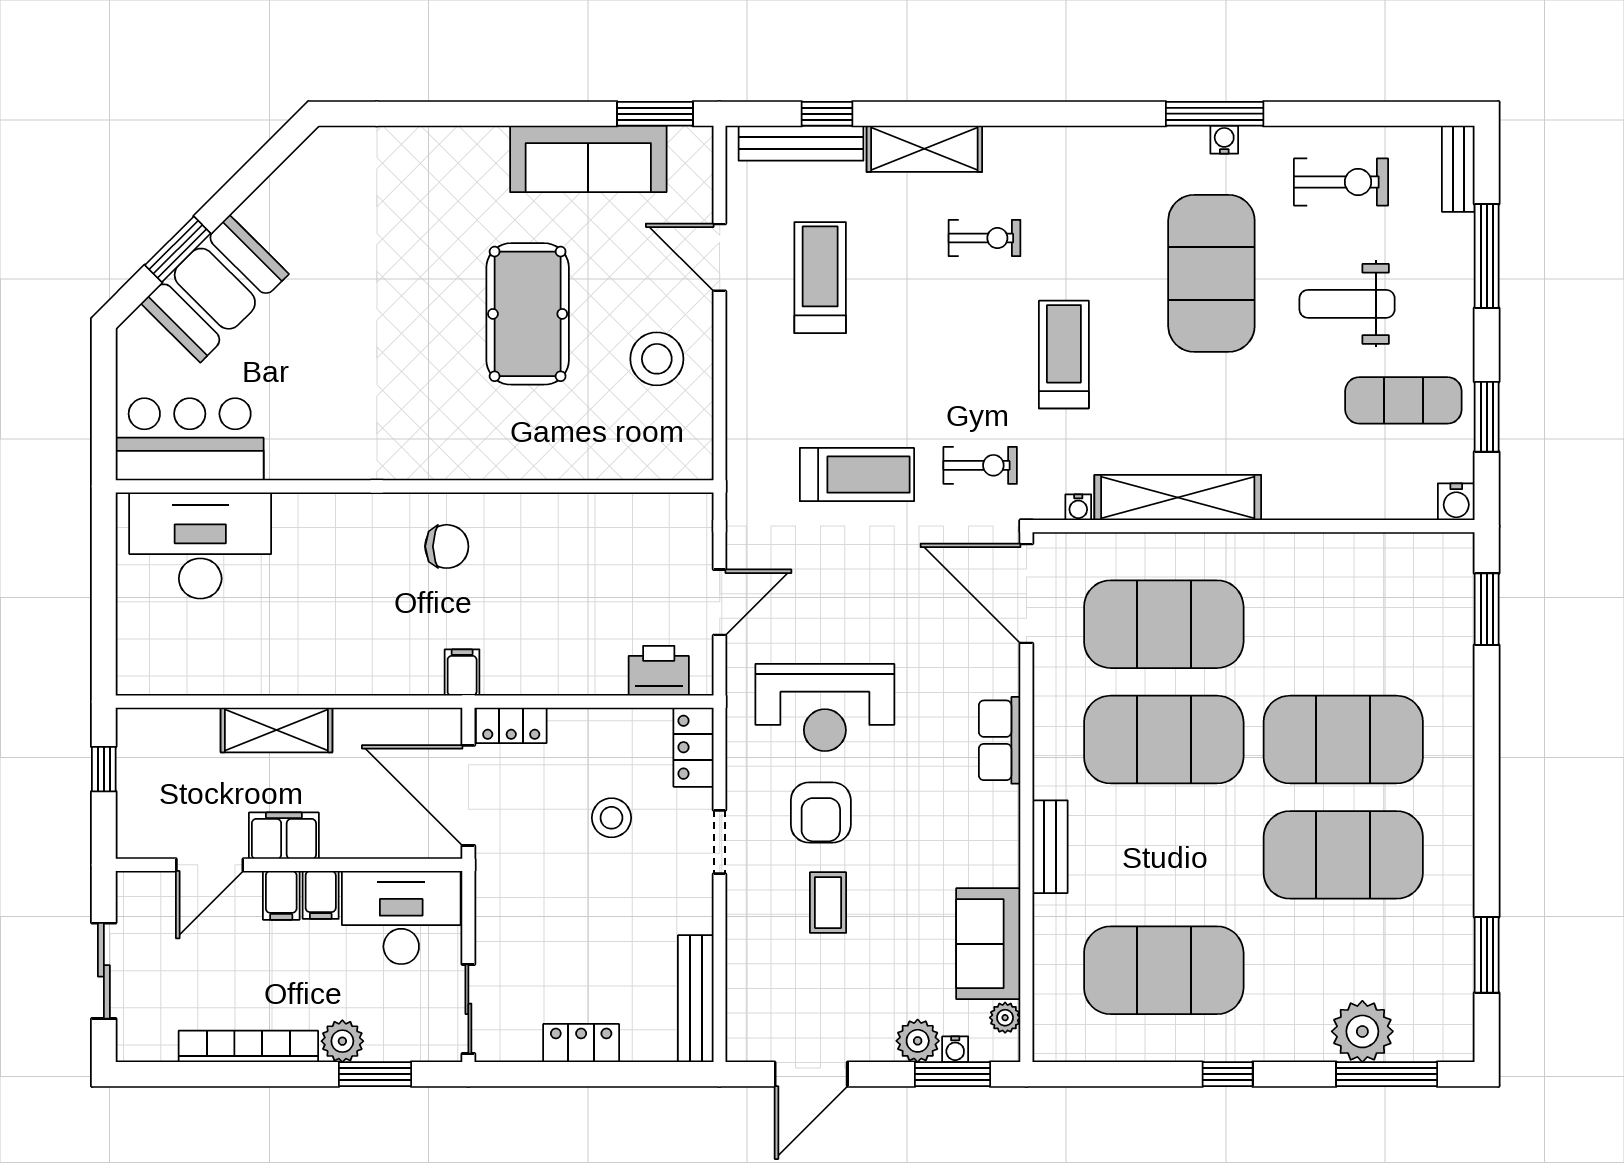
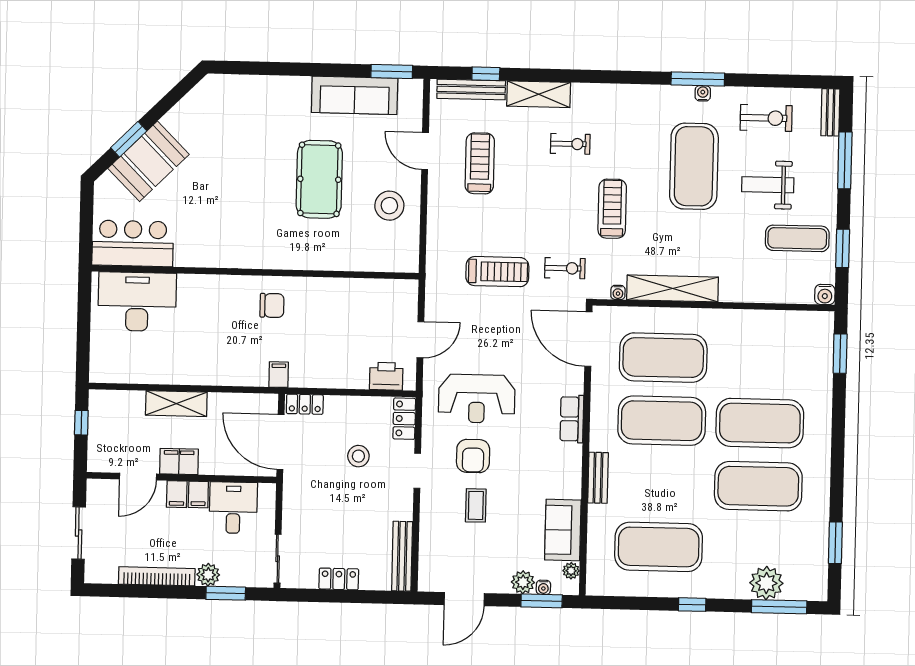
desk: (401, 918) -> (233, 508), width x0.73

